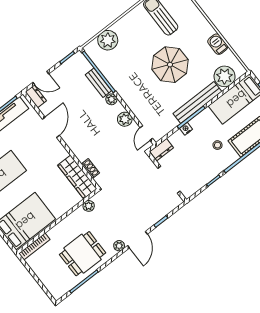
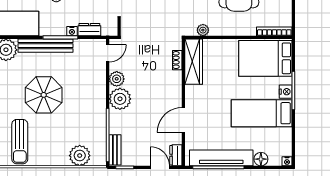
bench: (98, 83) -> (115, 150), moved
plant: (111, 99) -> (120, 99), width x1.88, depth x1.88
dresser: (162, 150) -> (89, 30), moved

